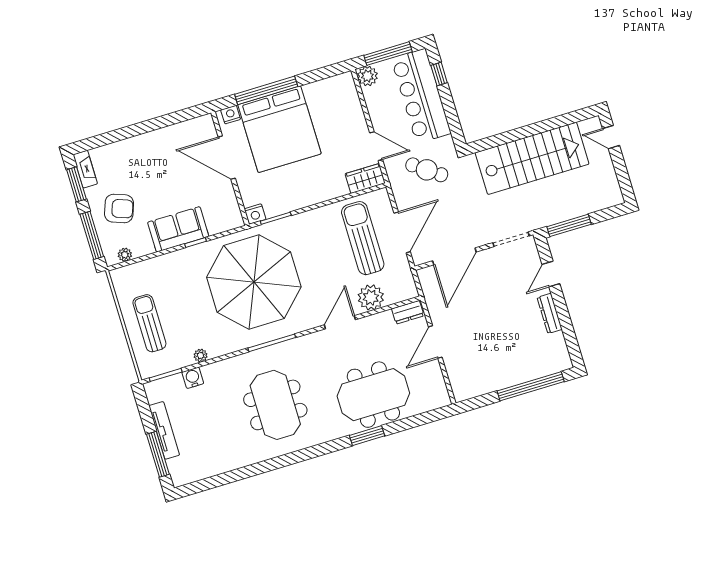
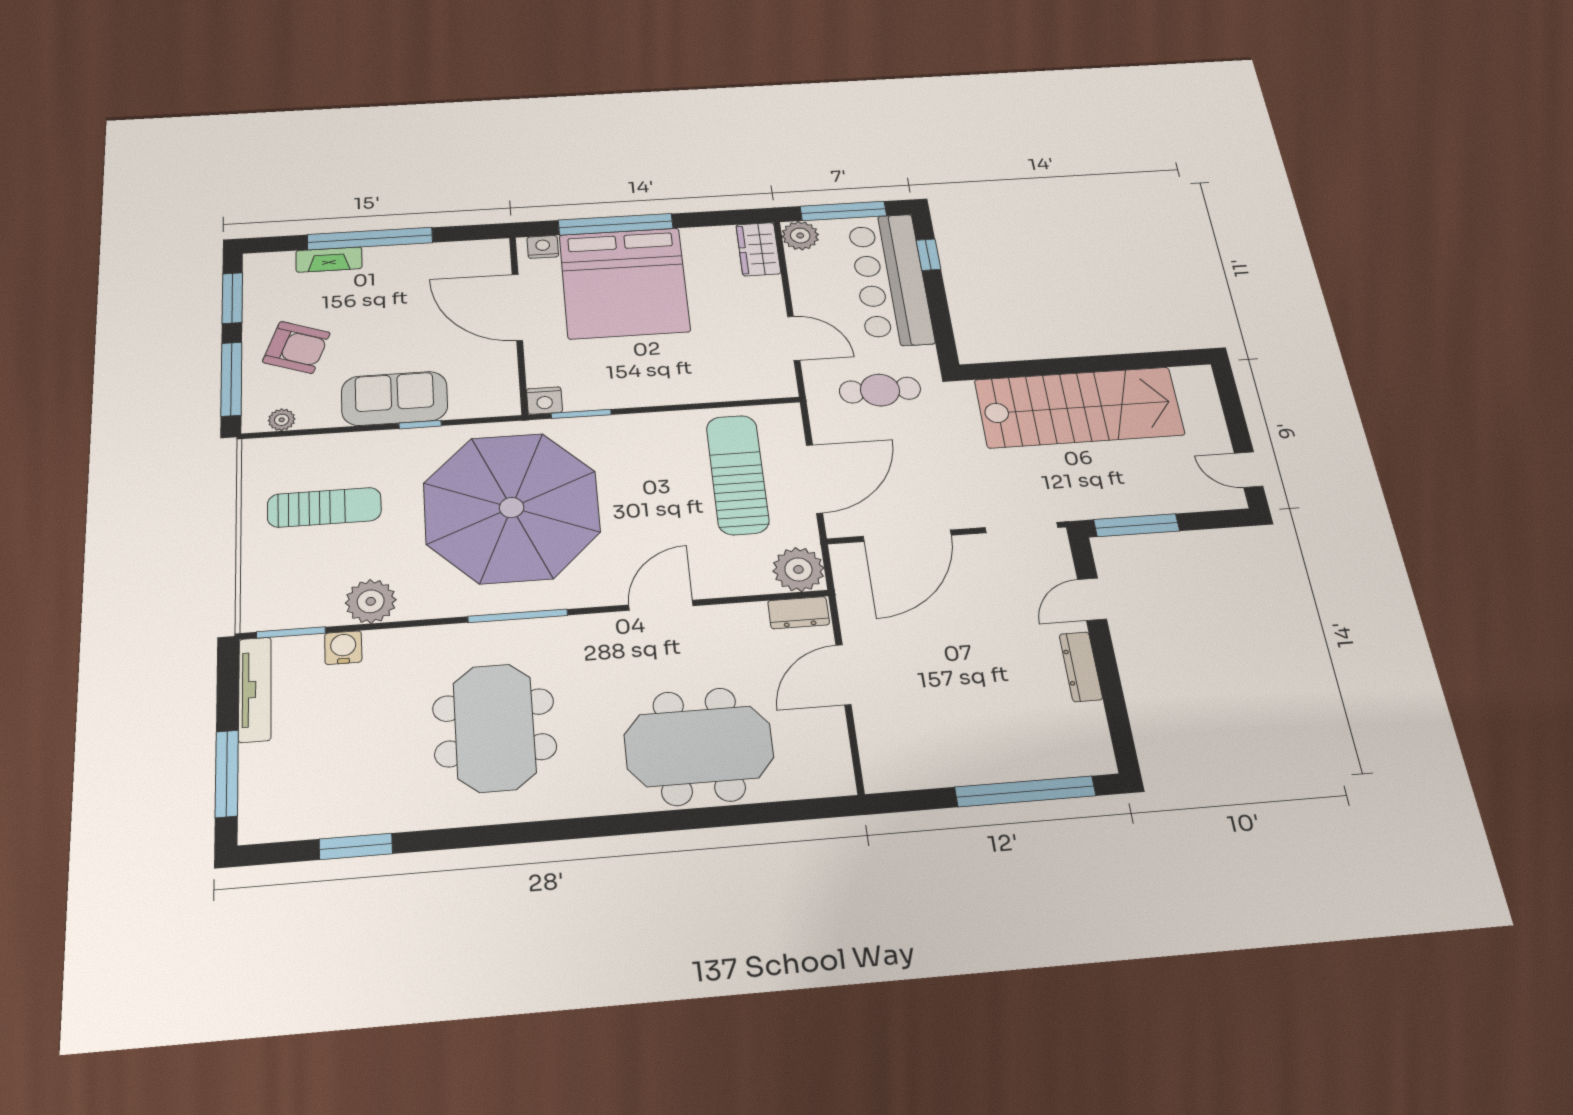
window: (137, 129) -> (370, 239), added
door: (611, 137) -> (1249, 470), moved
fireplace: (85, 169) -> (329, 260), moved, turned 90
cafe table: (427, 170) -> (880, 390), turned -36
wardrobe: (365, 178) -> (758, 249), moved, turned -90
plant: (371, 297) -> (798, 569), moved
sun lounger: (149, 323) -> (324, 507), moved, turned 90
plant: (201, 355) -> (371, 601), width x1.87, depth x1.87
tv unit: (164, 430) -> (255, 689), moved
window: (367, 436) -> (356, 846), moved

